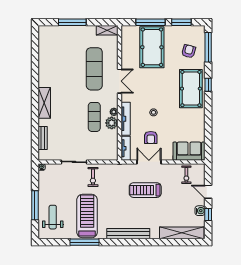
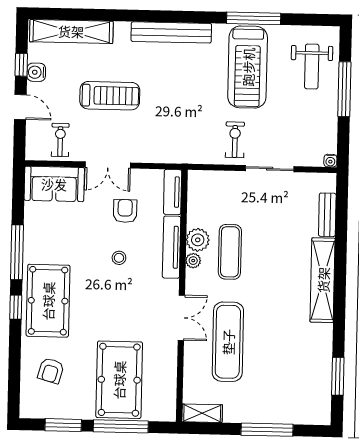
window: (208, 47) -> (17, 252), moved
window: (35, 52) -> (338, 376), added
double door: (119, 81) -> (181, 318), swing flipped
shelving: (44, 103) -> (323, 280), width x1.47
double door: (149, 162) -> (108, 165), moved
treadmill: (145, 190) -> (110, 96), moved

